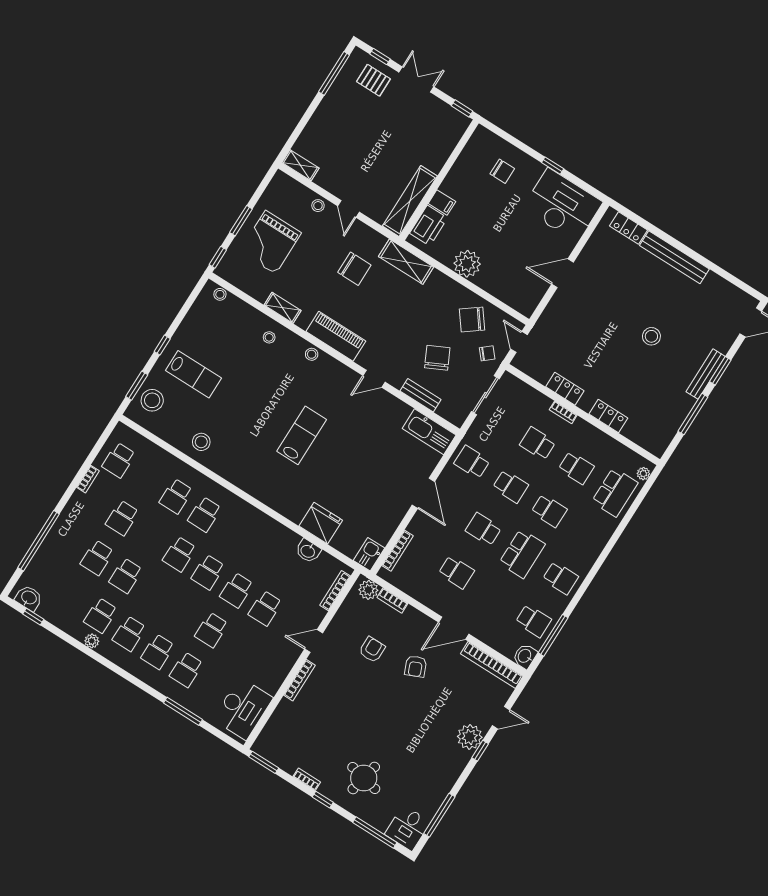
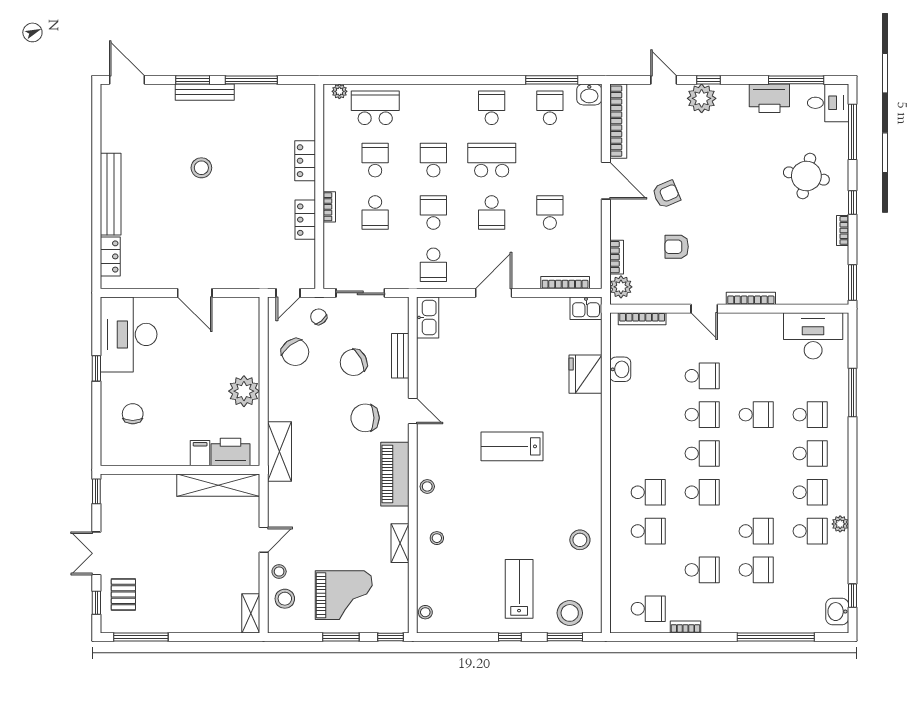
stool: (295, 197) -> (285, 599), added
chair: (354, 269) -> (365, 418), moved, turned -90
kitchen sink: (429, 432) -> (428, 317), width x0.73, depth x0.81
printer: (438, 787) -> (769, 98), added

